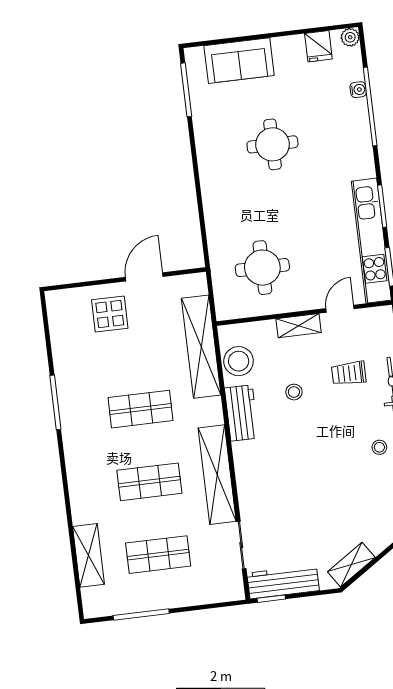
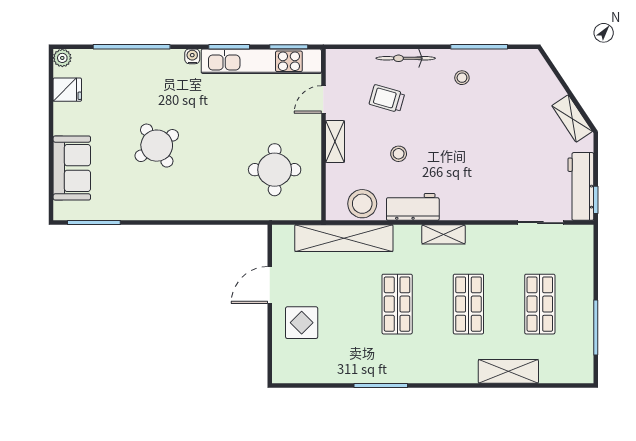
water cooler: (358, 90) -> (192, 56), moved
round table: (272, 144) -> (157, 146), turned -33
door: (144, 277) -> (270, 285), hinge flipped
door: (340, 309) -> (323, 99), hinge flipped
trolley: (349, 373) -> (387, 99), turned 106
shelving: (217, 475) -> (444, 234), width x0.45, depth x0.75
shelving: (89, 555) -> (508, 371), moved

